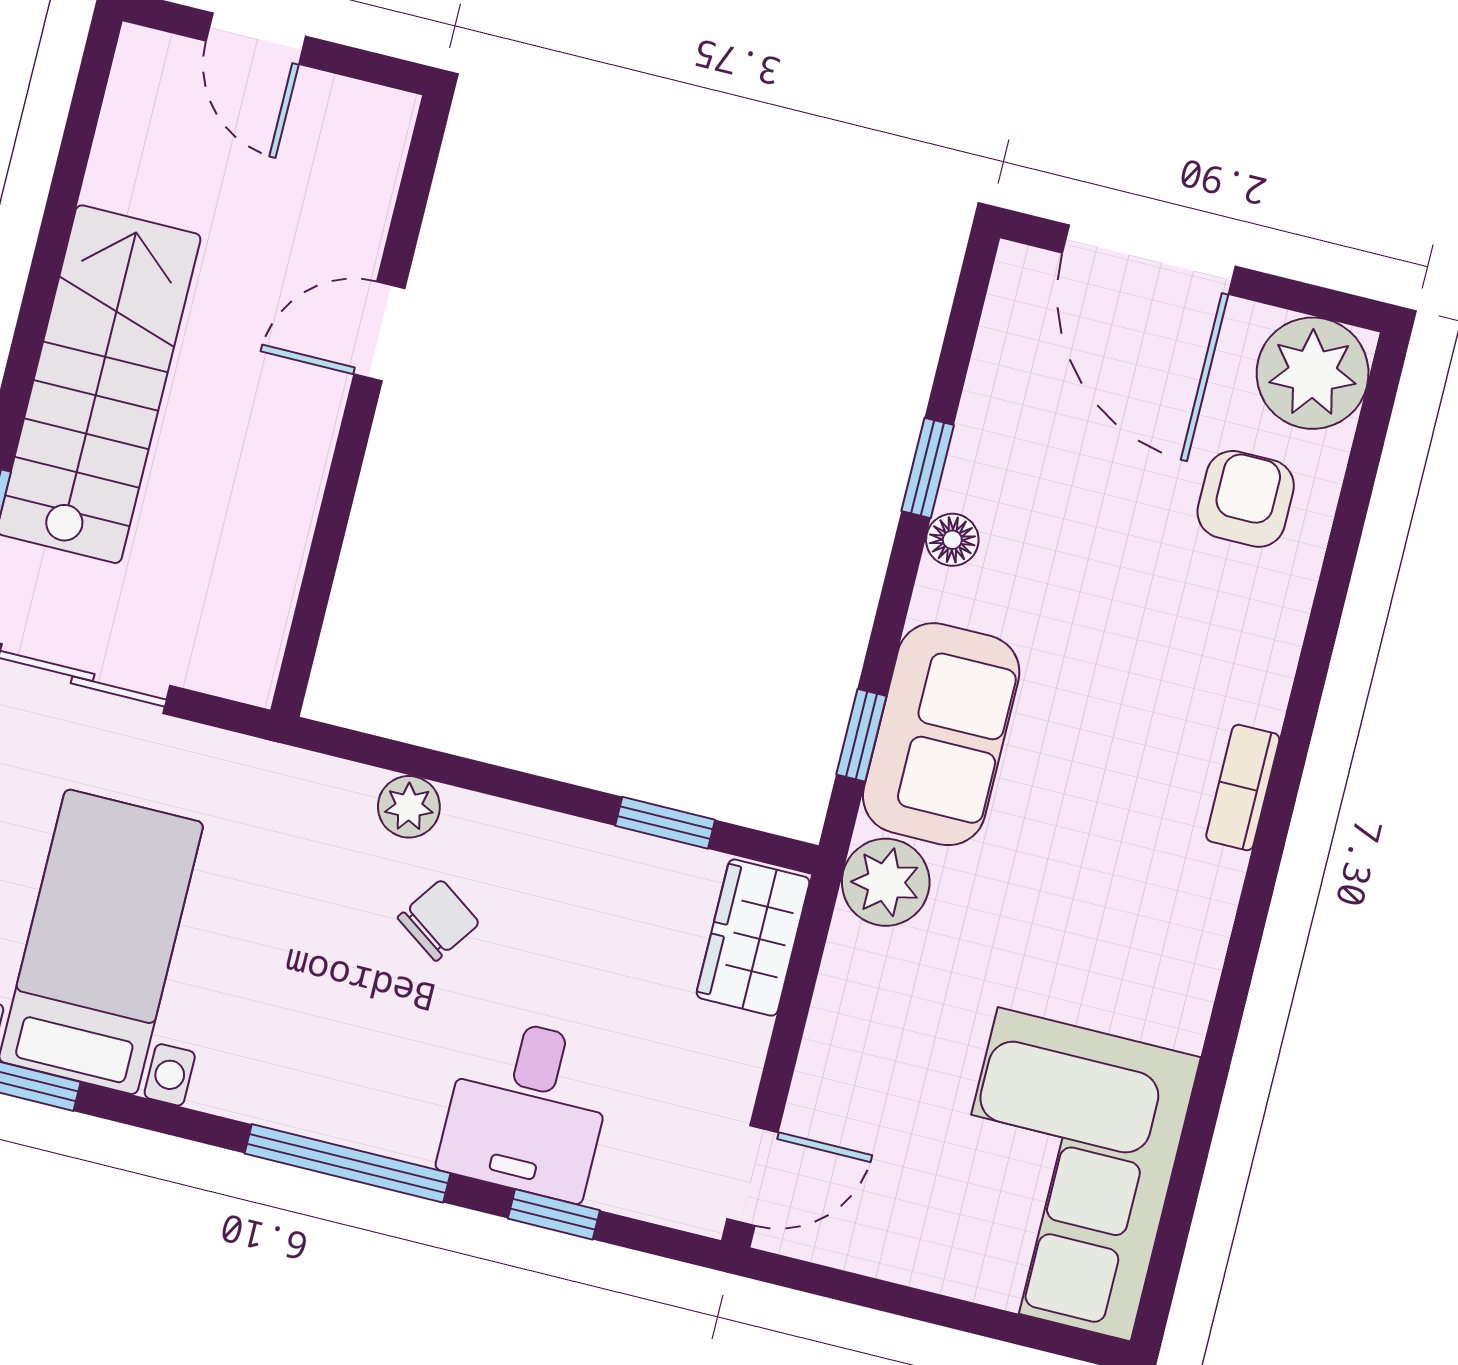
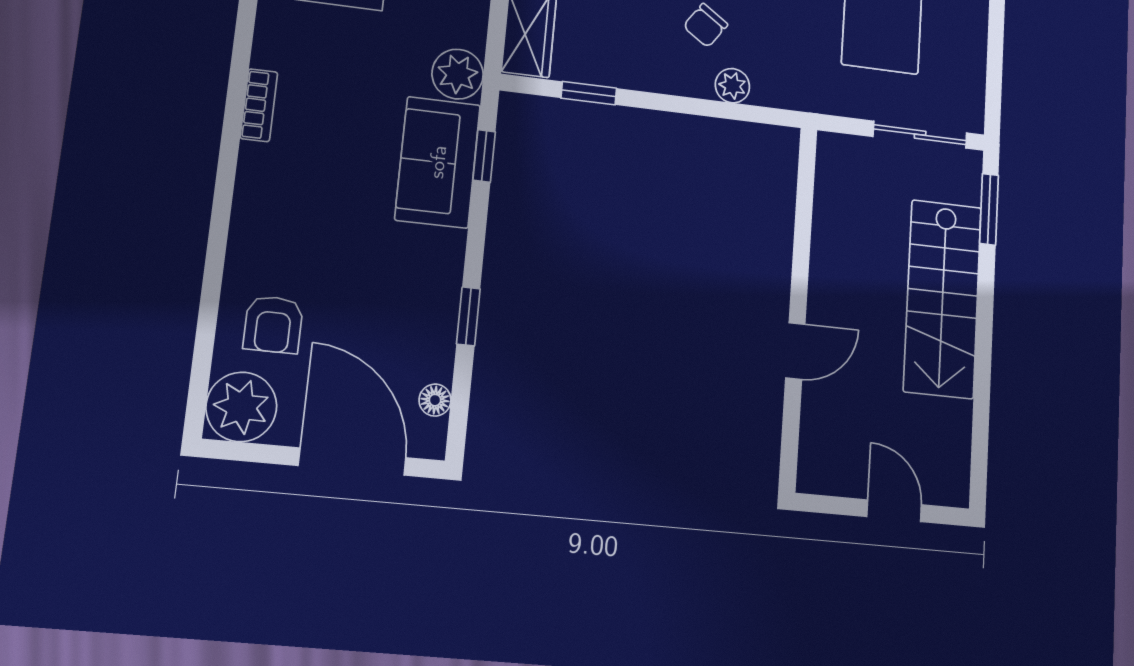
floor lamp: (952, 540) -> (435, 400), moved
bookcase: (1243, 787) -> (259, 105), moved

